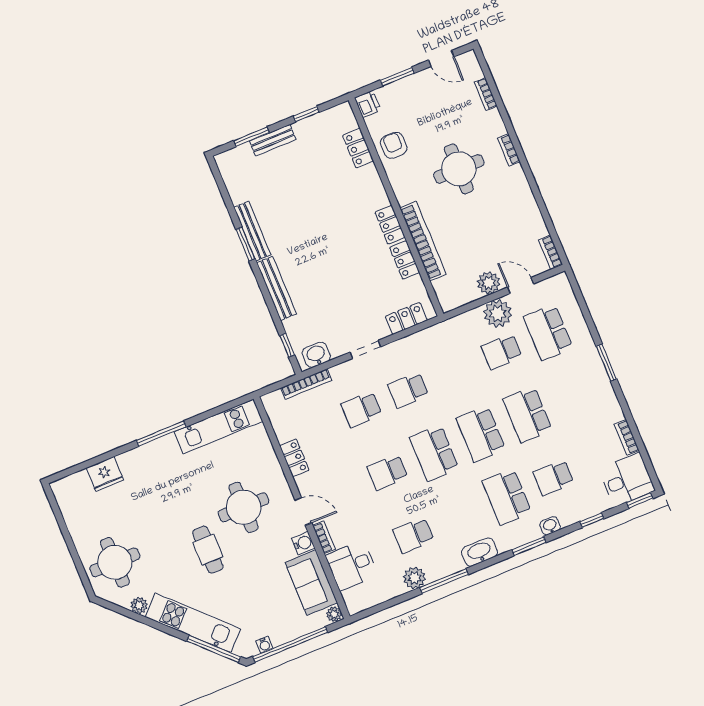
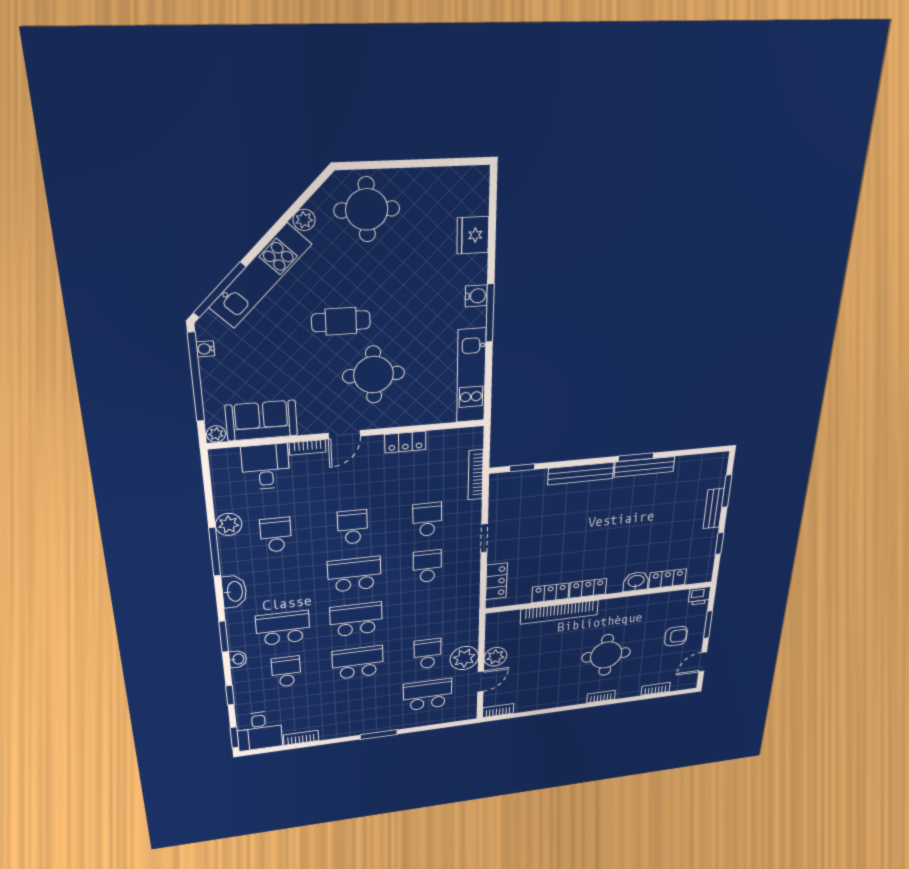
armchair: (394, 145) -> (676, 636), moved
washbasin: (316, 355) -> (636, 581), moved, turned -90
water cooler: (303, 543) -> (476, 296), moved, turned -90

